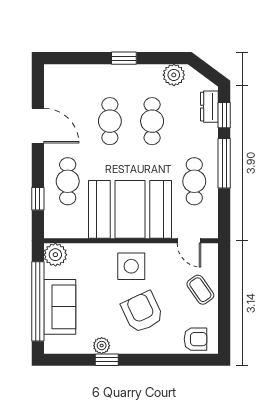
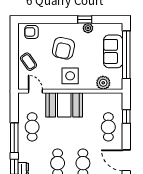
booth: (130, 209) -> (64, 105), width x0.73, depth x0.70
plant: (55, 255) -> (103, 83), moved
armchair: (142, 312) -> (63, 48), turned 37

